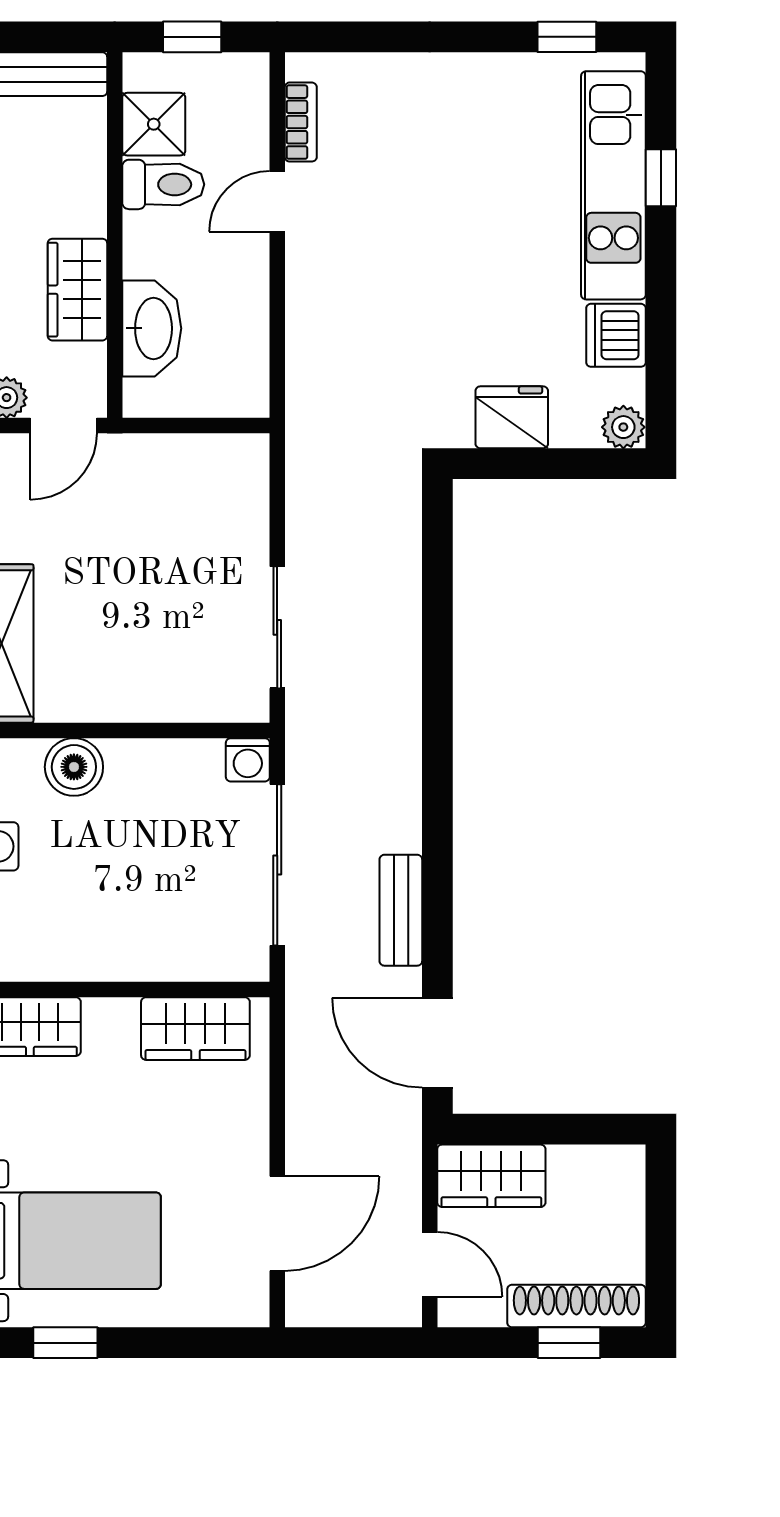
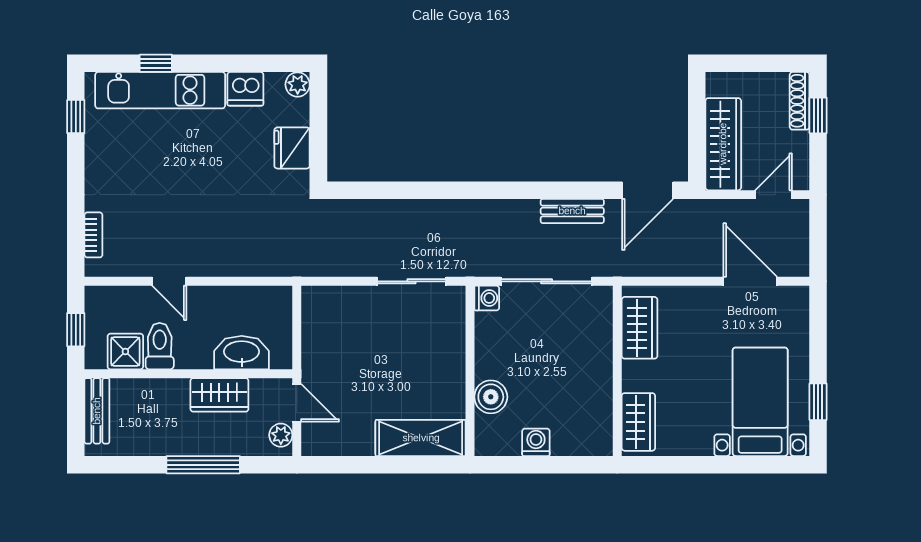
bookcase: (301, 122) -> (93, 235), moved, turned 90
wardrobe: (491, 1176) -> (723, 144), width x1.50
shoe rack: (576, 1306) -> (800, 101), width x0.74, depth x0.81

